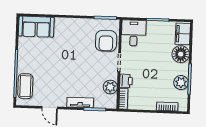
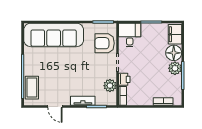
sofa: (36, 27) -> (54, 35), width x1.85, depth x1.27
armchair: (106, 41) -> (105, 43), turned 90
plant: (181, 83) -> (175, 68), moved

